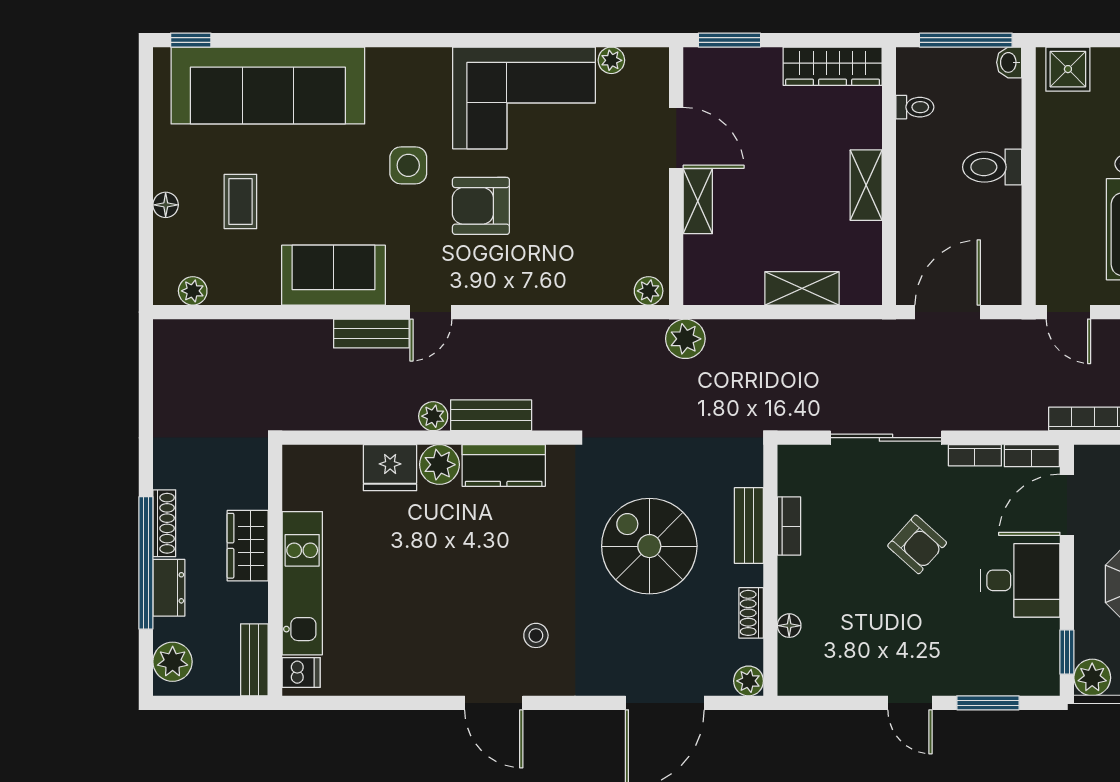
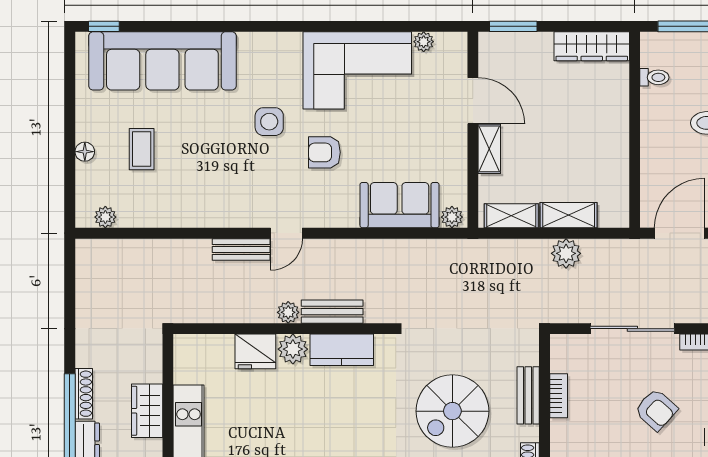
shelving: (866, 185) -> (511, 216), moved, turned 90
armchair: (481, 206) -> (324, 152), width x0.72, depth x0.72
sofa: (333, 275) -> (400, 205), moved
plant: (685, 339) -> (566, 253), moved
spiral stairs: (649, 546) -> (452, 411), turned -90

